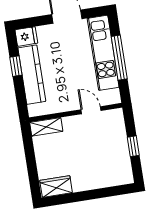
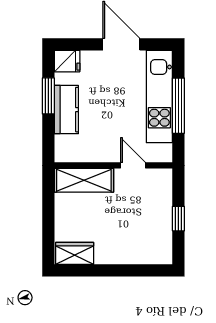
window: (16, 66) -> (48, 96), width x1.50
kitchen counter: (32, 75) -> (66, 110), width x0.67
shelving: (46, 127) -> (84, 180), width x1.50, depth x1.33

